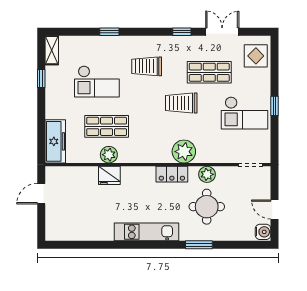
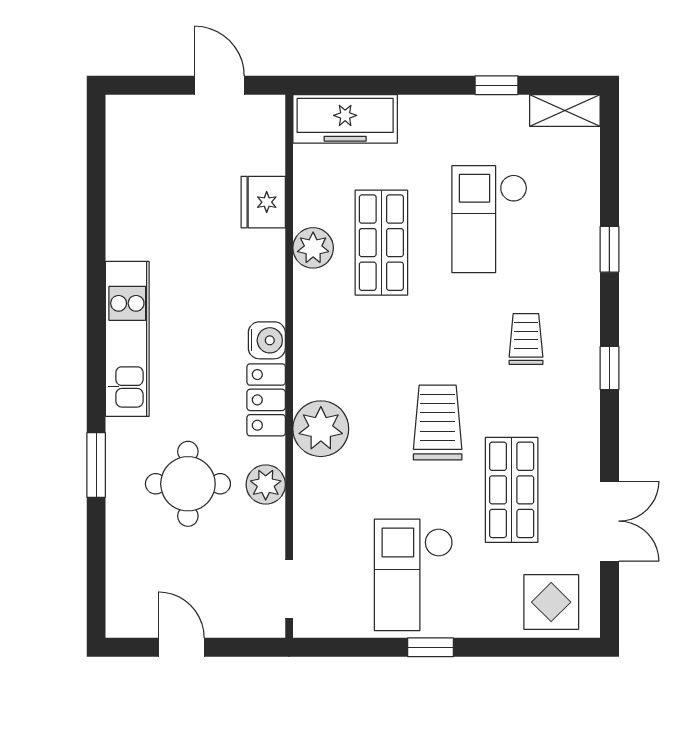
window: (182, 32) -> (609, 368), moved
trolley: (147, 66) -> (526, 339), width x0.73, depth x0.72
fridge: (109, 175) -> (263, 202), moved
door: (275, 209) -> (181, 647), hinge flipped
water cooler: (263, 232) -> (267, 340), moved, turned -90

